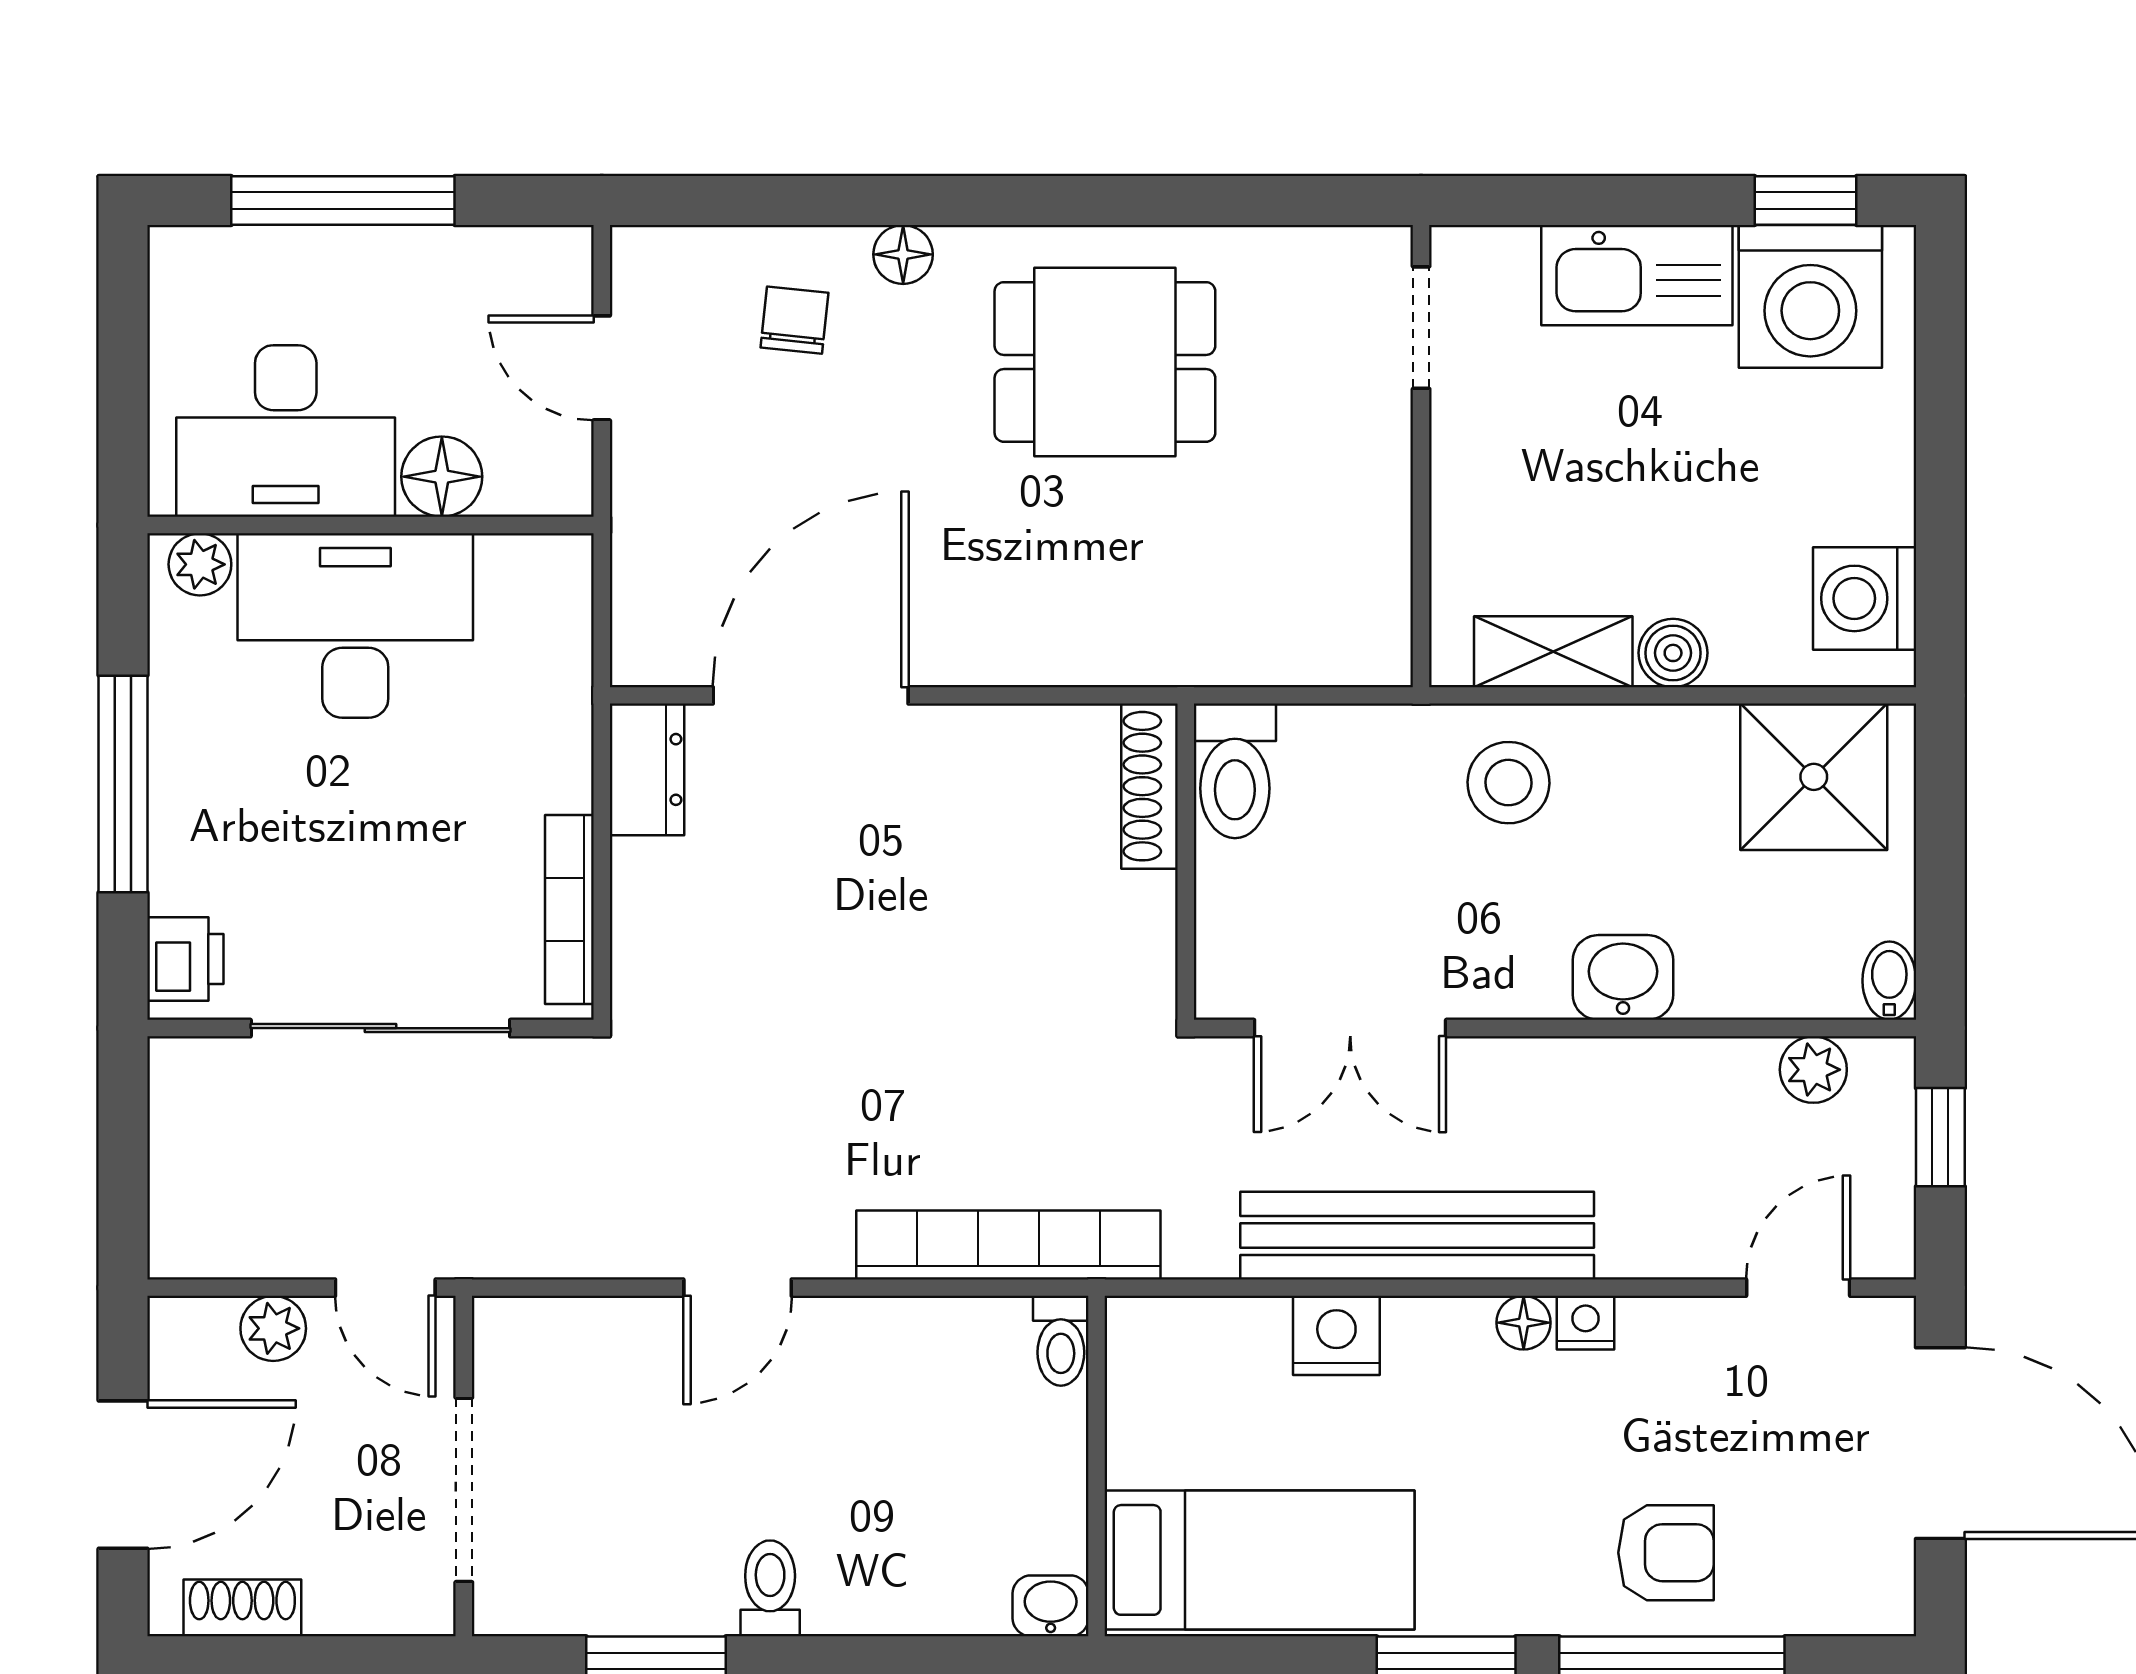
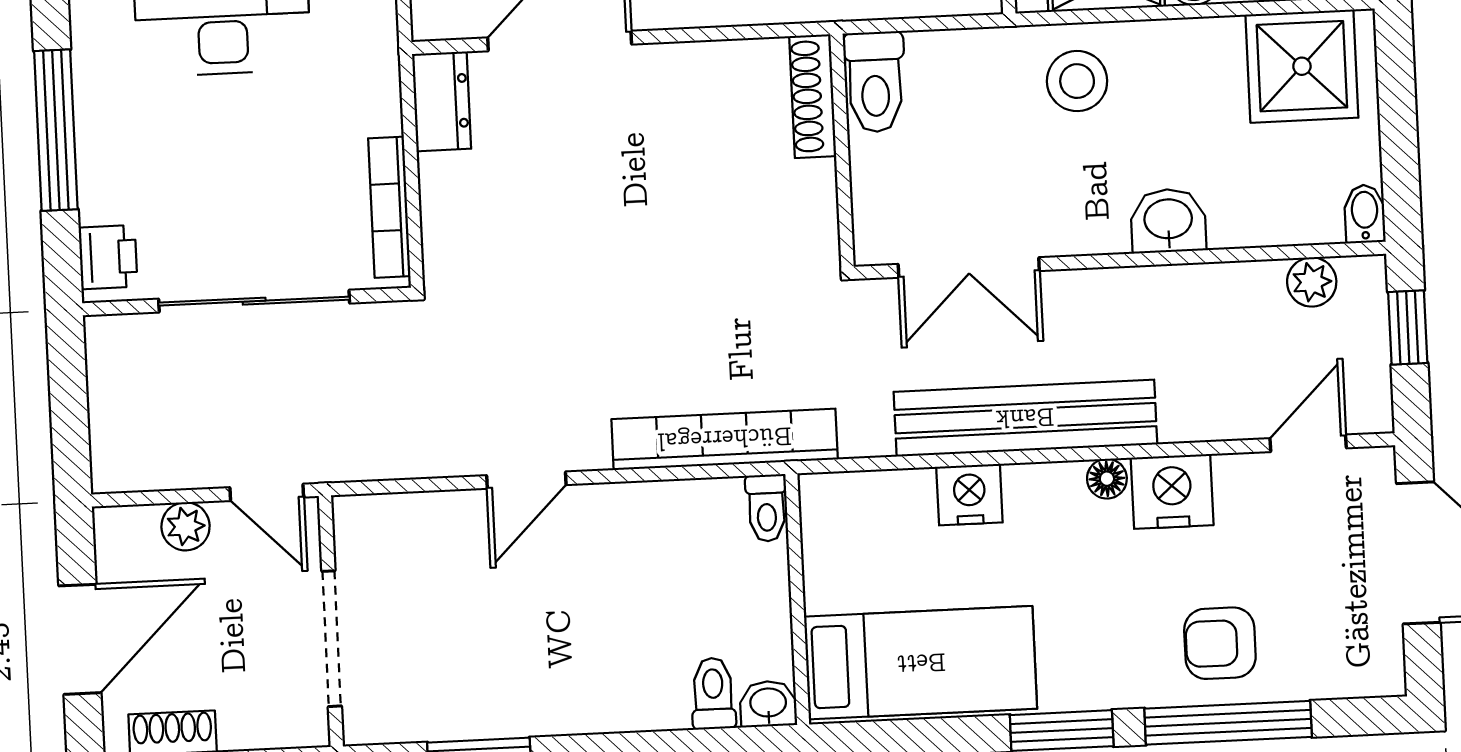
nightstand: (1586, 1323) -> (1172, 491), width x1.89, depth x1.79
armchair: (1666, 1553) -> (1220, 643), turned 180
toilet: (770, 1588) -> (713, 694), moved

